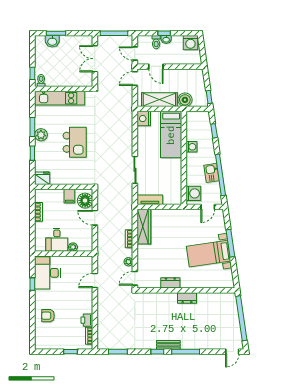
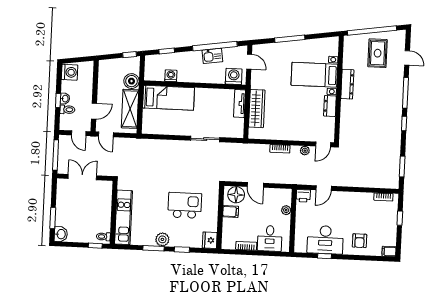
washbasin: (52, 41) -> (61, 234), moved
door: (135, 54) -> (79, 133), hinge flipped
double door: (95, 59) -> (82, 177), swing flipped
nightstand: (144, 119) -> (150, 127), removed
kitchen island: (75, 142) -> (185, 205), moved
washing machine: (191, 147) -> (171, 76), moved
tv unit: (150, 200) -> (239, 103), moved
door: (95, 218) -> (255, 185), hinge flipped
wardrobe: (144, 227) -> (257, 109), moved, turned 90
desk: (57, 240) -> (270, 238), moved, turned 90
bed with nightstands: (209, 254) -> (314, 75), moved, turned 98
desk: (47, 273) -> (325, 240), moved
door: (135, 278) -> (323, 144), hinge flipped
door: (95, 281) -> (324, 188), hinge flipped
dresser: (187, 298) -> (347, 84), width x1.44
printer: (87, 320) -> (303, 196), moved
rug: (221, 324) -> (378, 53), added
filing cabinet: (39, 343) -> (389, 251), added
bench: (168, 345) -> (397, 111), removed
door: (232, 352) -> (407, 58), moved

